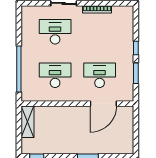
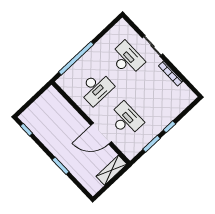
desk: (55, 75) -> (96, 88), turned 90
door: (103, 104) -> (101, 134), moved
shelving: (27, 122) -> (111, 170), moved

